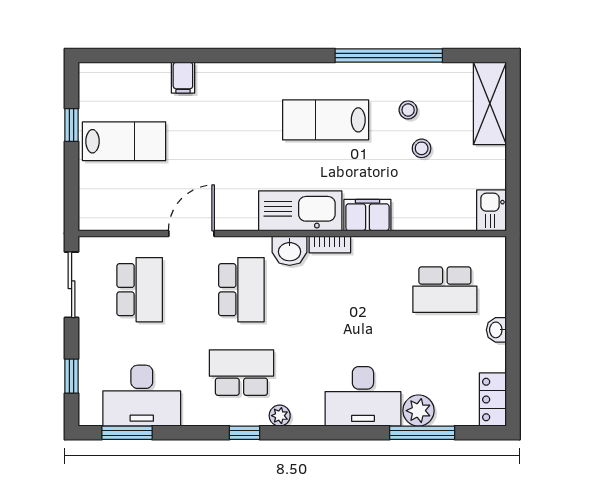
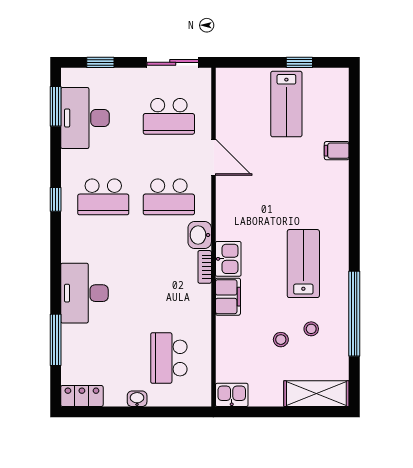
kitchen sink: (300, 211) -> (228, 259), width x0.53, depth x0.81
school desk: (241, 373) -> (103, 197), turned 90
plant: (419, 411) -> (73, 337), removed
plant: (280, 416) -> (69, 227), removed

